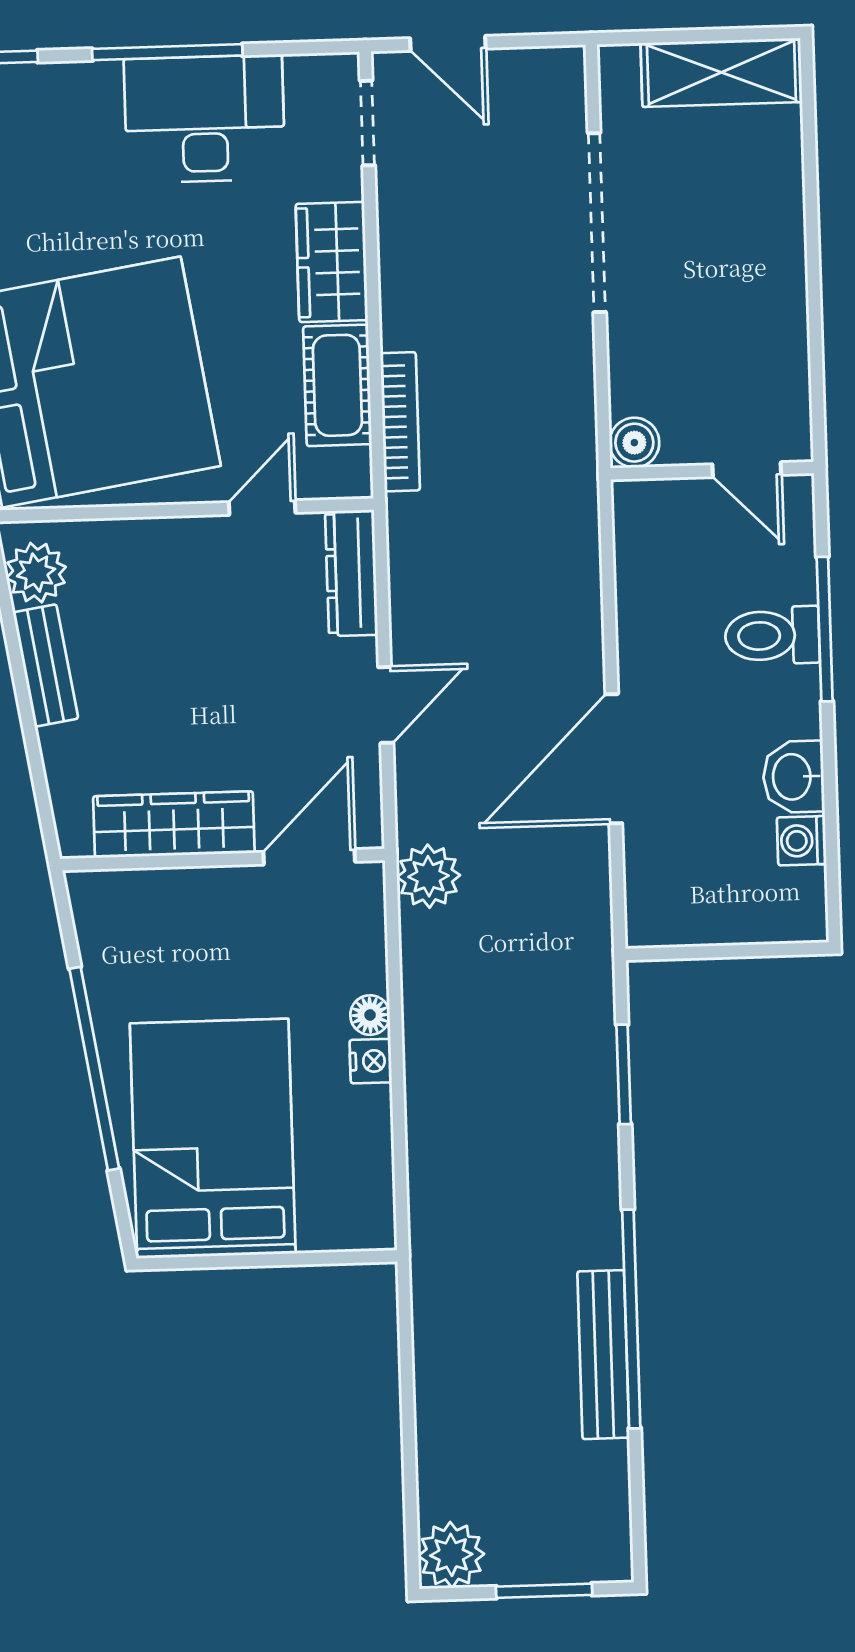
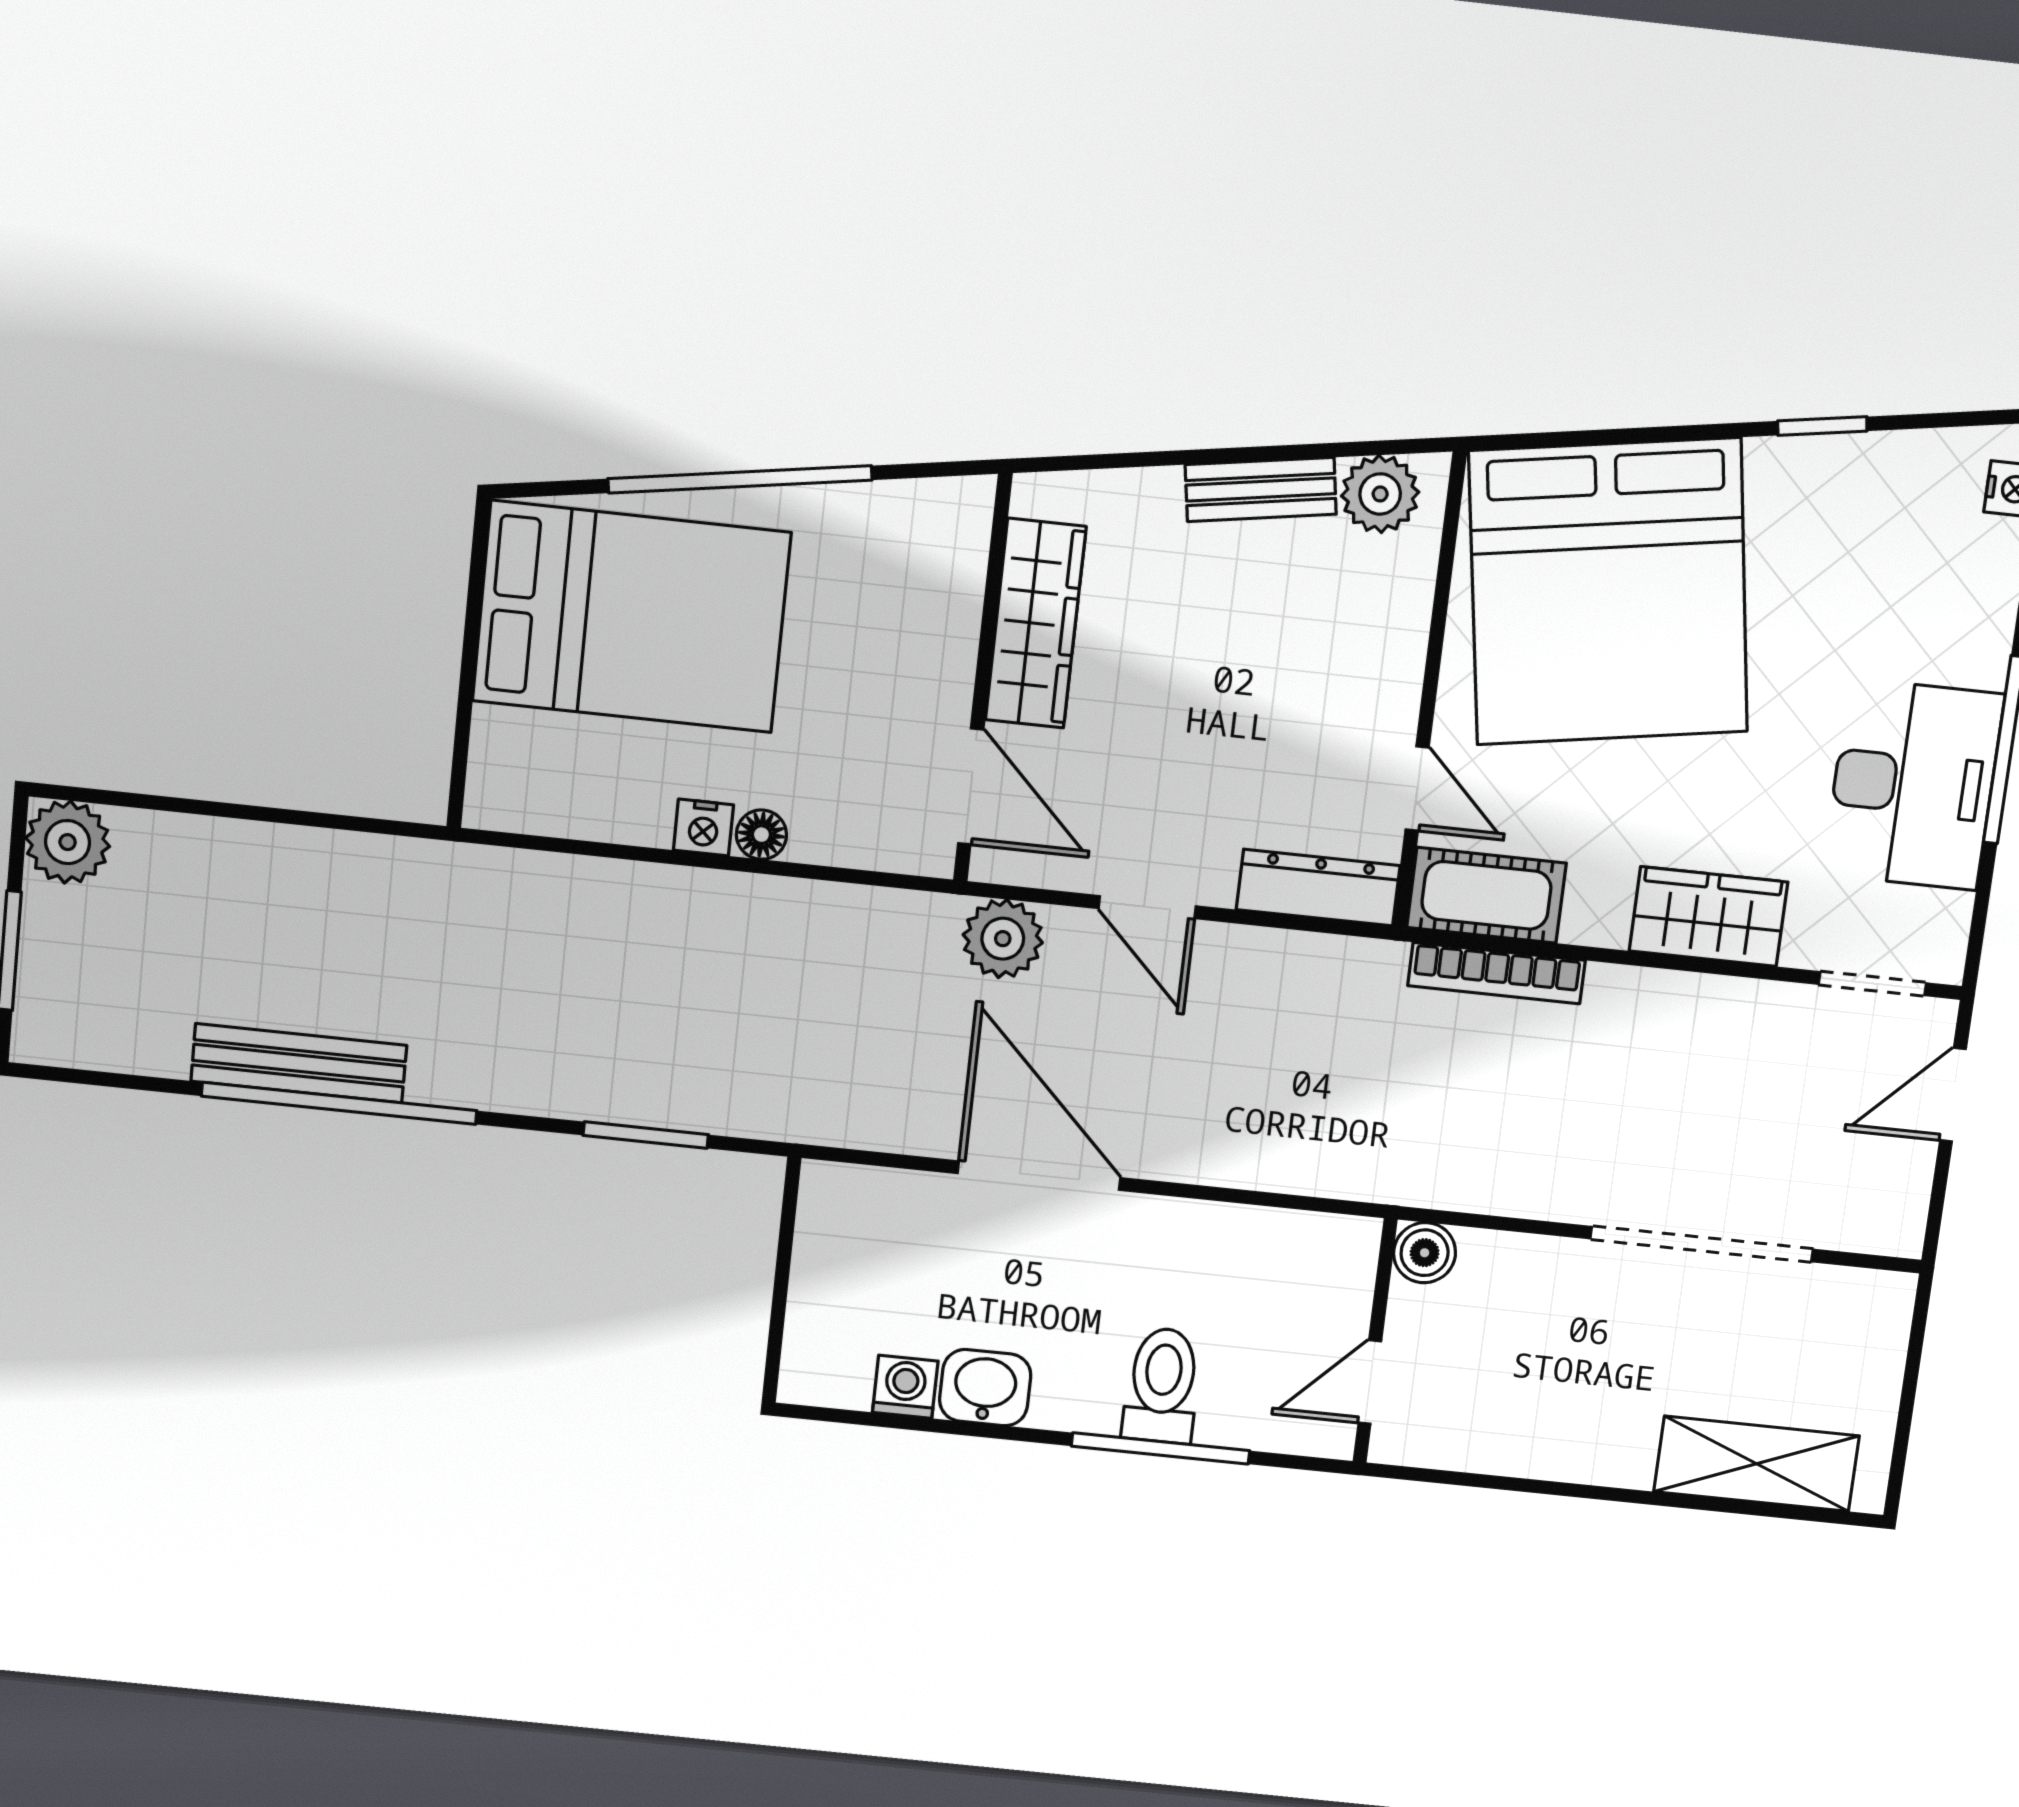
shelving: (721, 72) -> (1757, 1464), moved, turned 90
cot: (337, 385) -> (1486, 895), moved
plant: (429, 876) -> (1003, 939), moved

